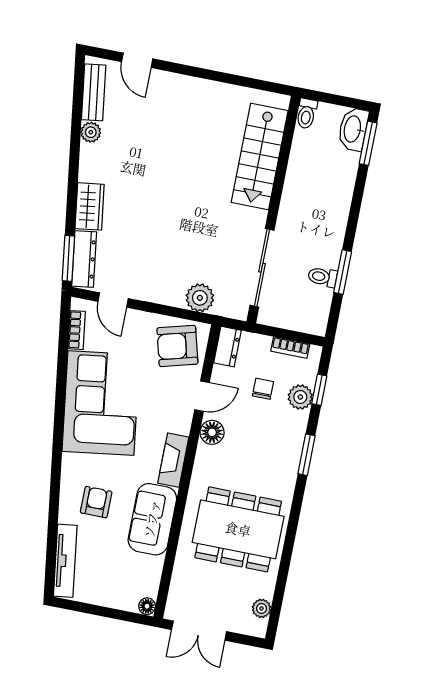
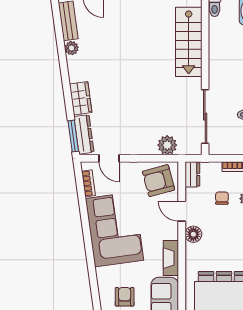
door: (202, 396) -> (182, 211), swing flipped

